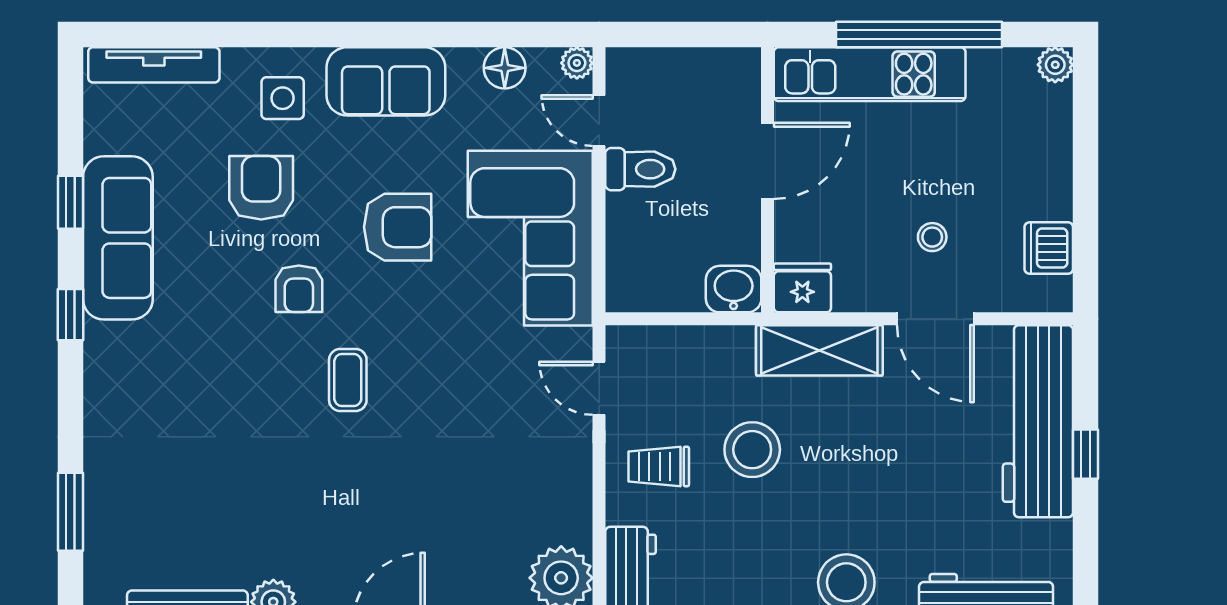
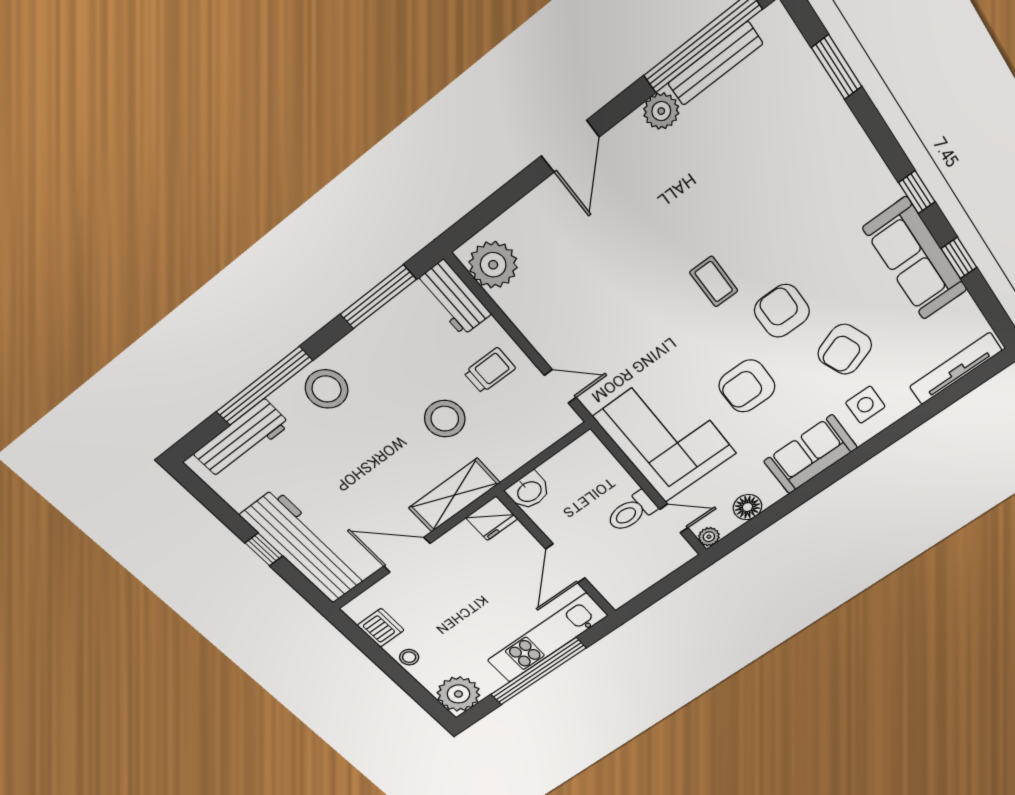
plant: (1055, 65) -> (458, 694), width x1.88, depth x1.88
armchair: (261, 188) -> (845, 349), turned 69
stool: (932, 237) -> (409, 657), moved
armchair: (299, 289) -> (782, 311), width x1.38, depth x1.38

